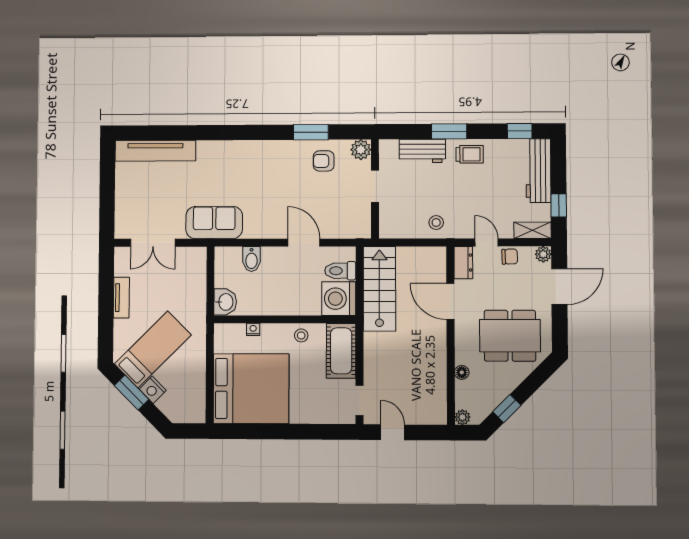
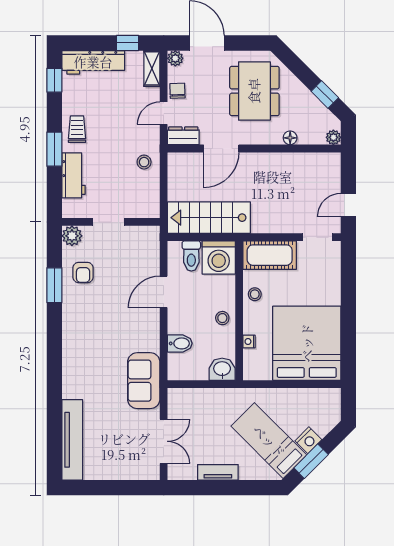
stool: (277, 302) -> (222, 318), added

